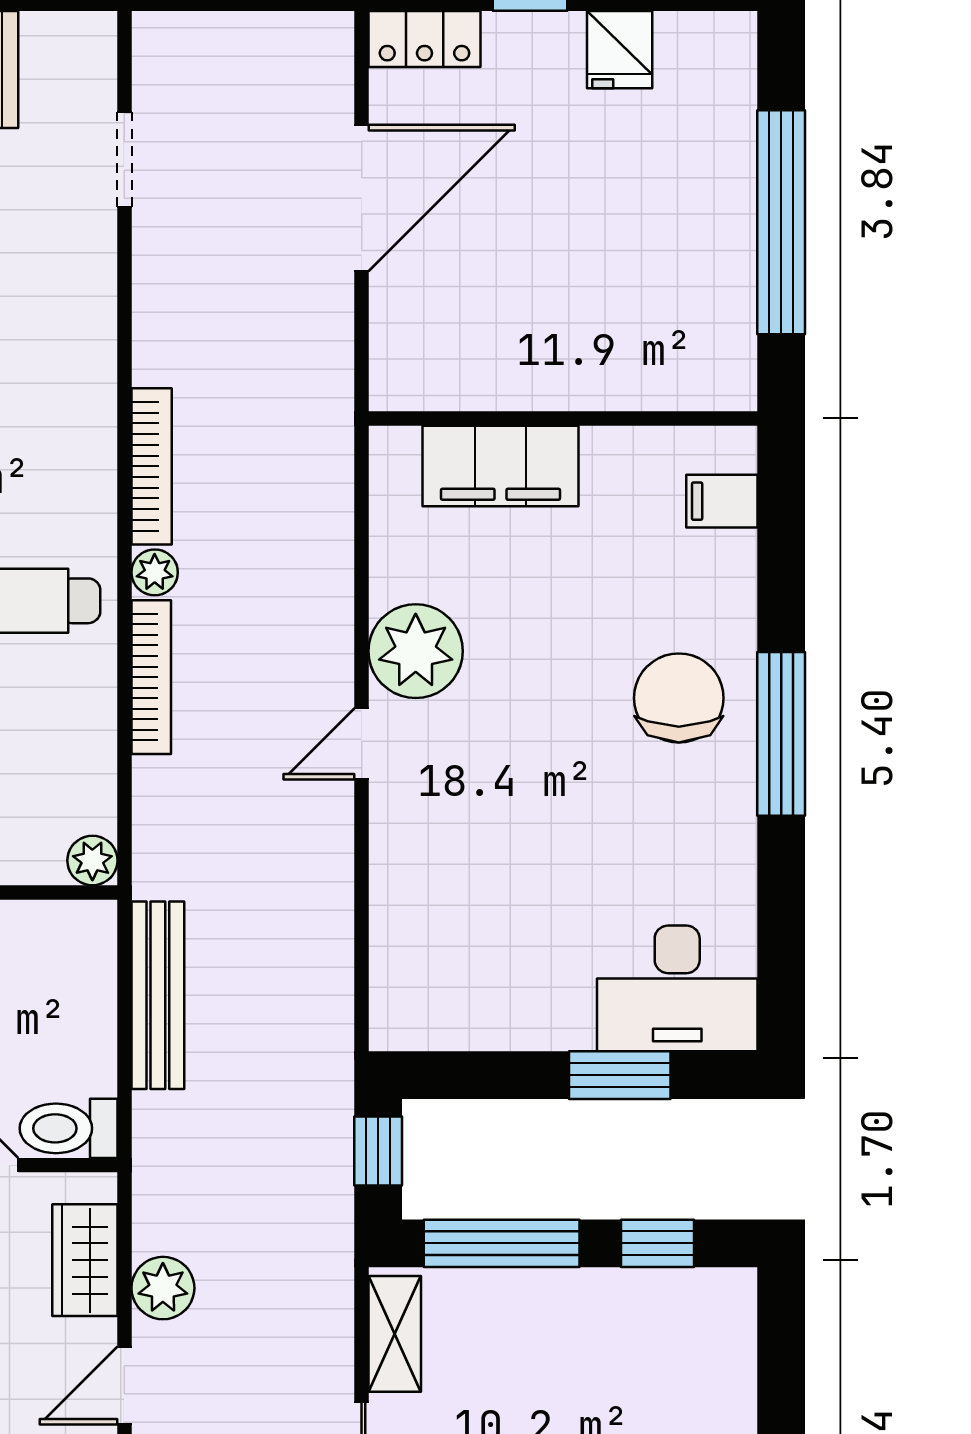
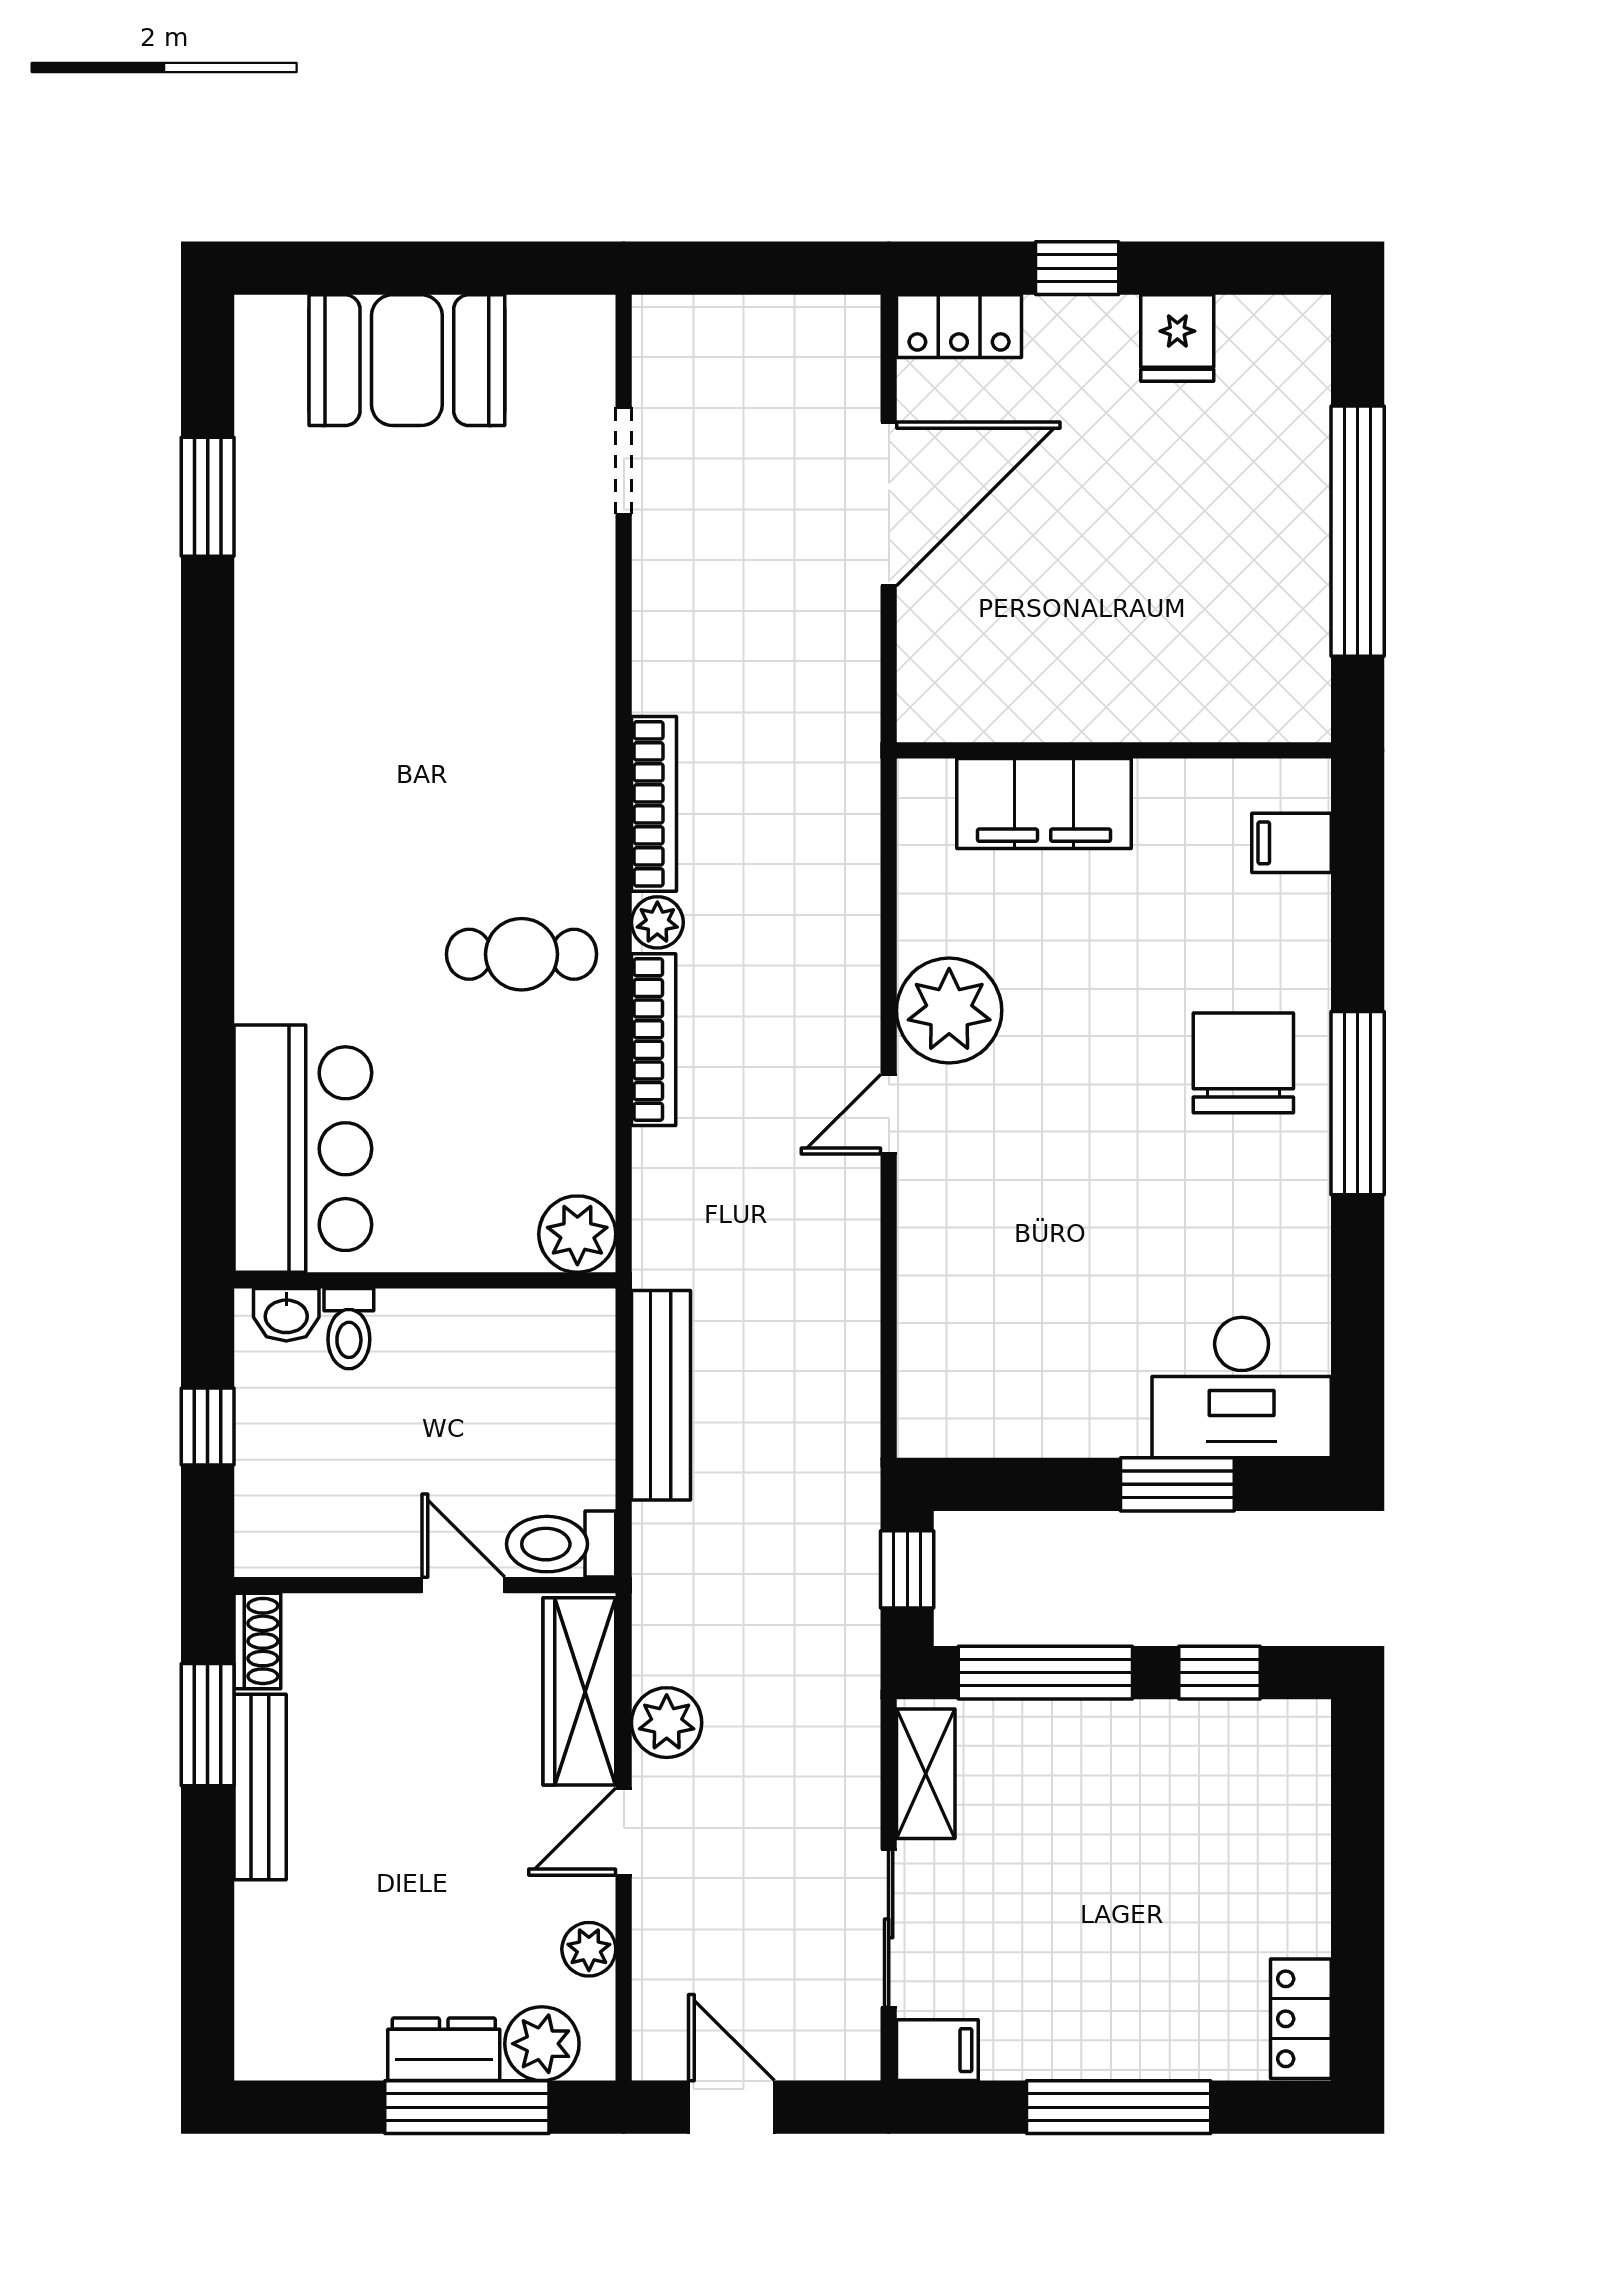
plant: (92, 860) -> (577, 1234), width x1.38, depth x1.38
wardrobe: (85, 1260) -> (579, 1691), width x1.50

